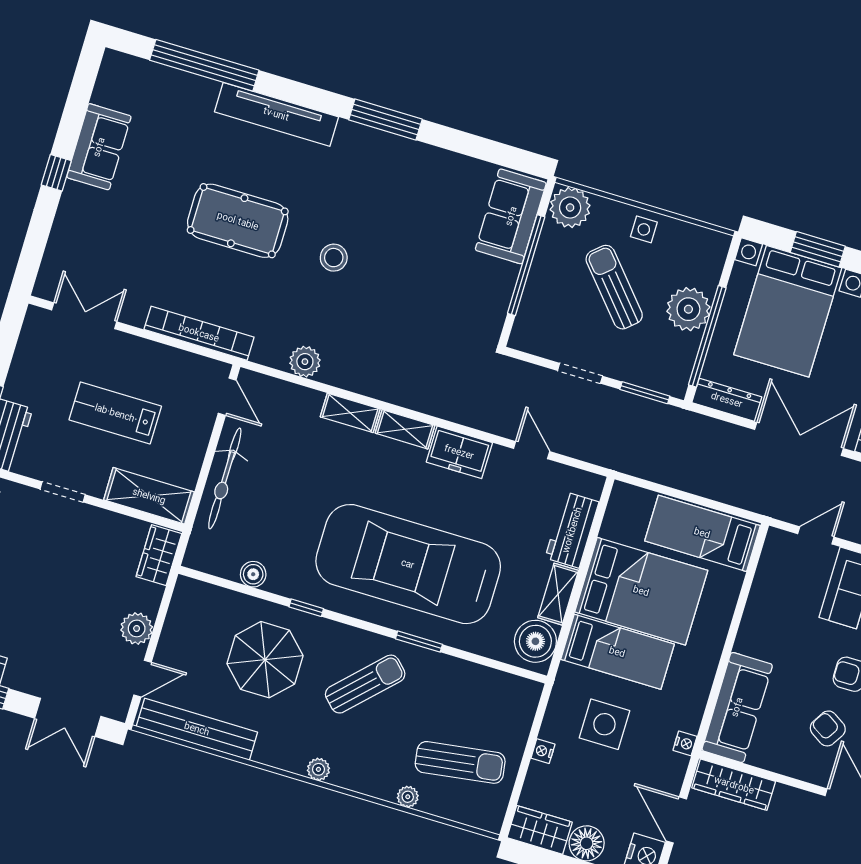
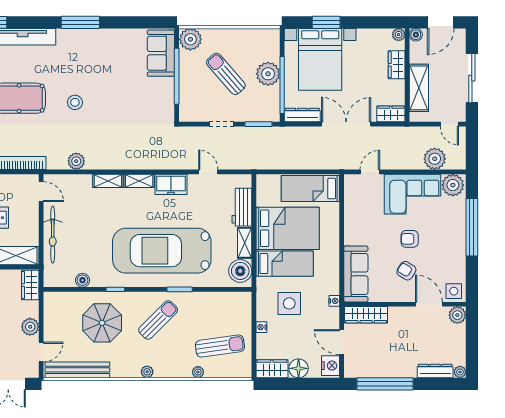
side table: (644, 229) -> (232, 39), removed

